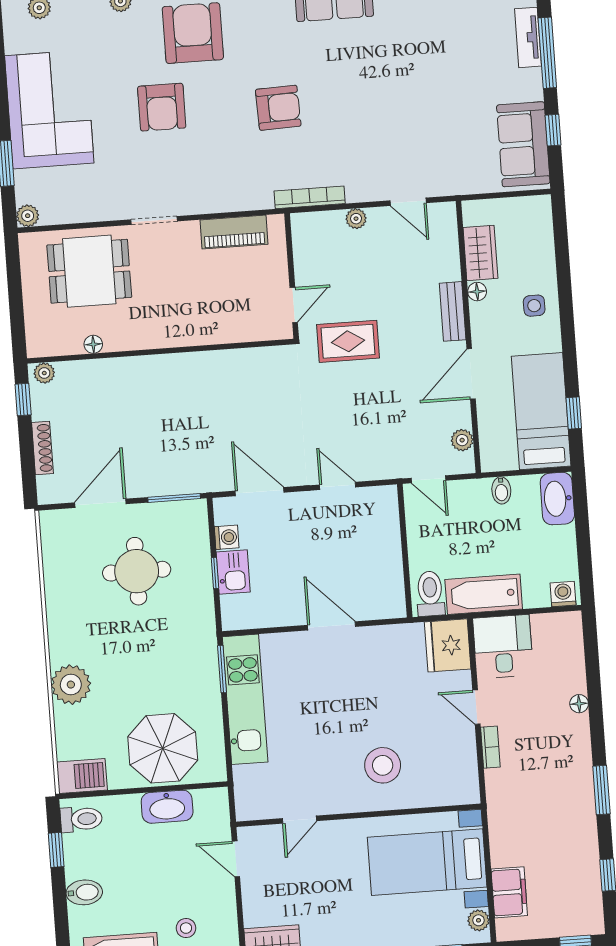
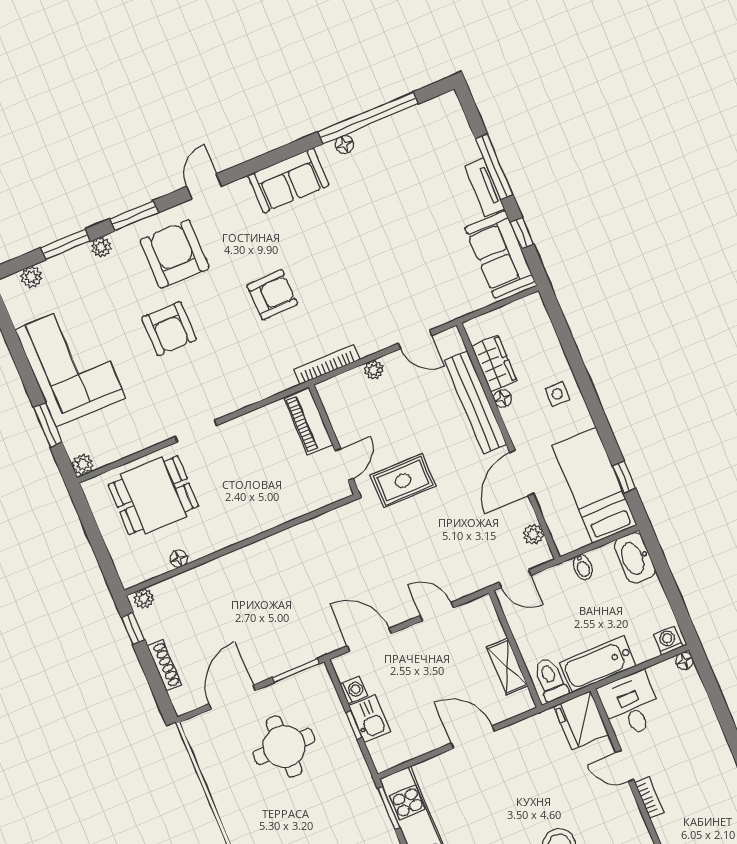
tv unit: (528, 37) -> (484, 187), moved
piano: (234, 232) -> (309, 421), moved, turned 90
bench: (453, 311) -> (476, 402), width x1.86, depth x1.21
shelving: (391, 566) -> (507, 667), added
floor lamp: (579, 704) -> (685, 661), moved

